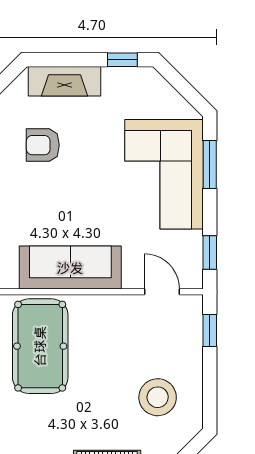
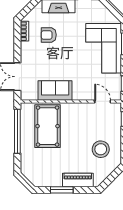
sofa: (70, 268) -> (55, 90), width x0.73

